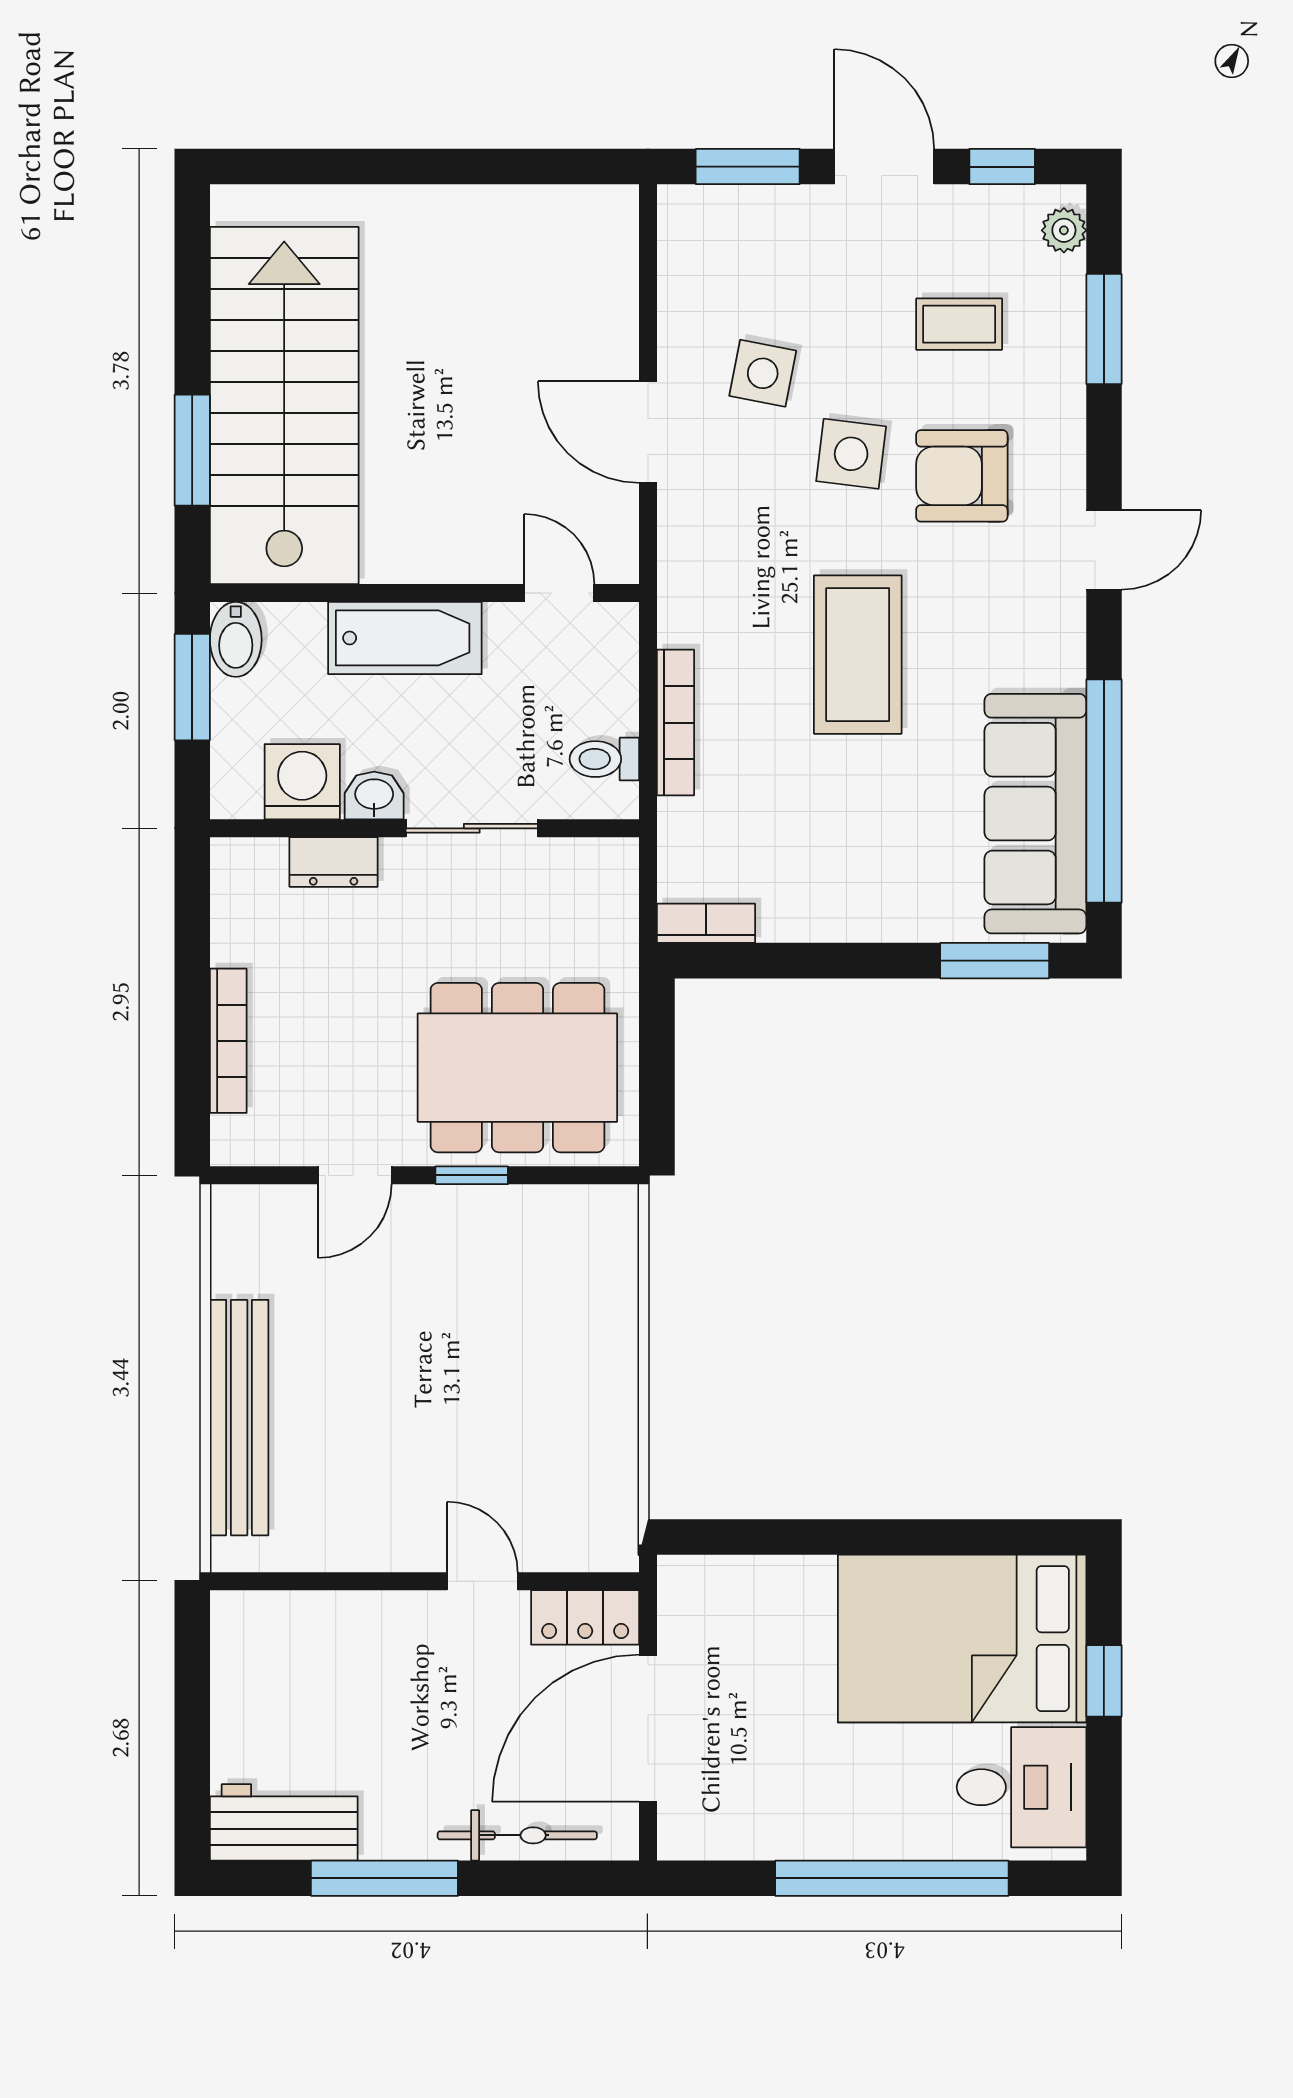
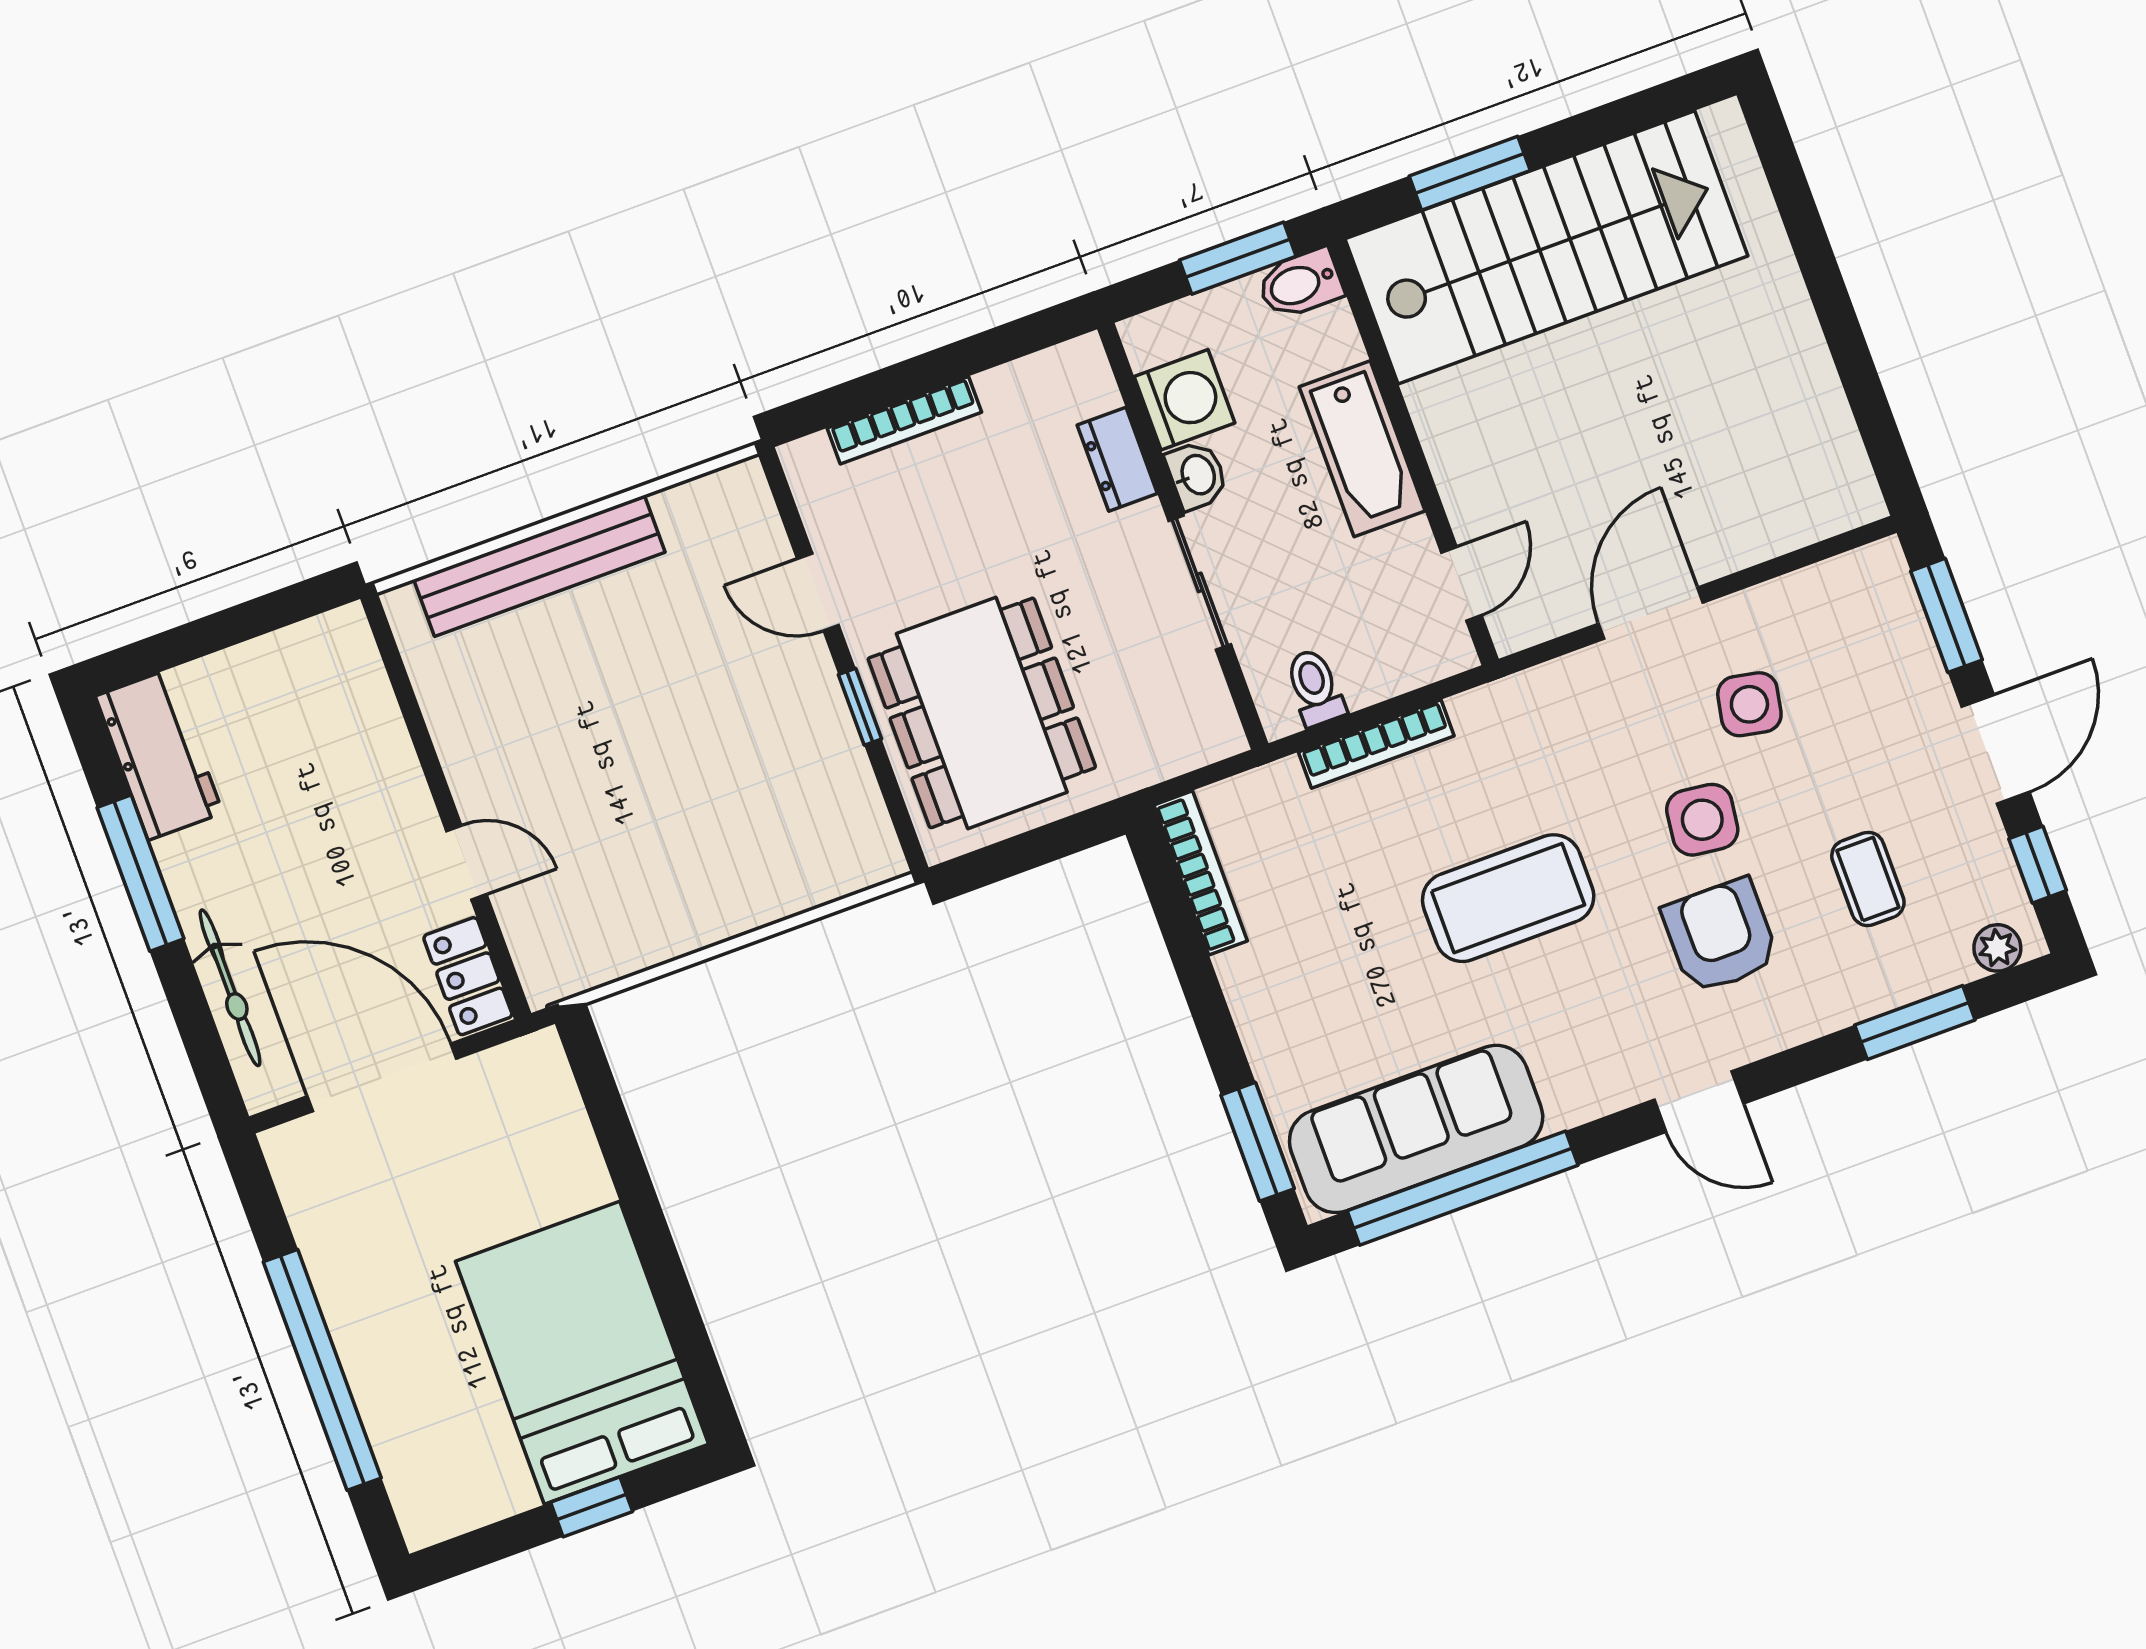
bookcase: (706, 923) -> (1201, 873), width x1.56
door: (482, 1581) -> (466, 863), hinge flipped
desk: (1021, 1787) -> (458, 1464), removed

